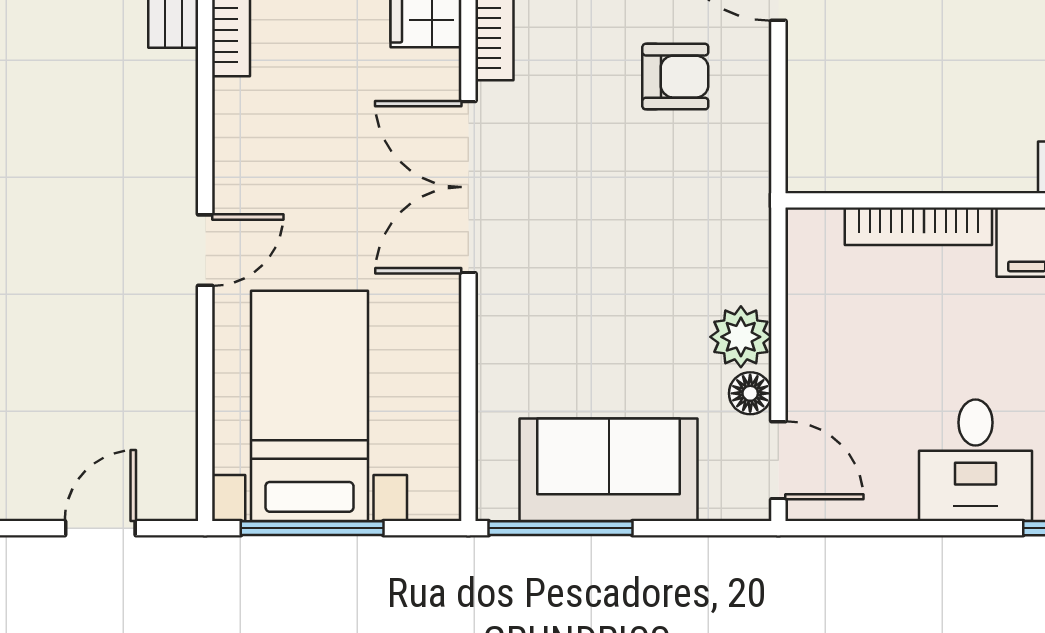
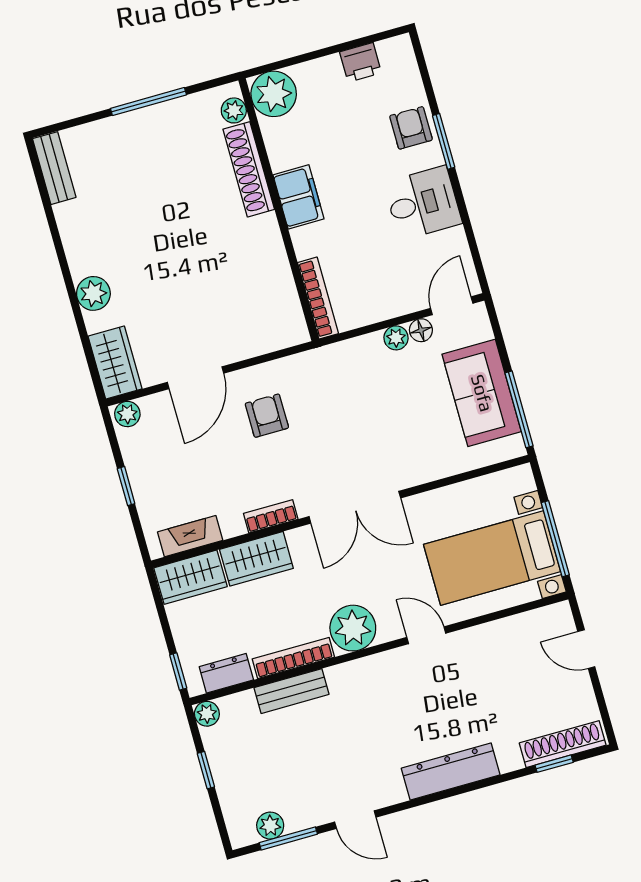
plant: (254, 123) -> (353, 628), added
bookcase: (918, 226) -> (318, 298), moved
plant: (741, 337) -> (396, 338), width x0.73, depth x0.73

